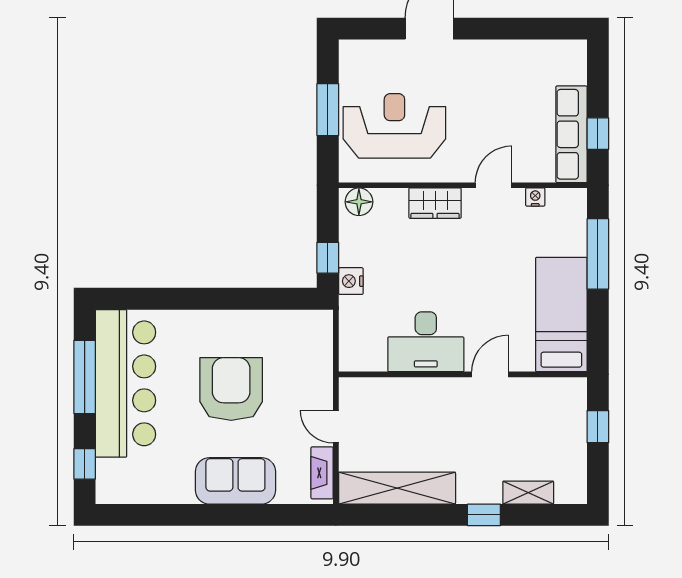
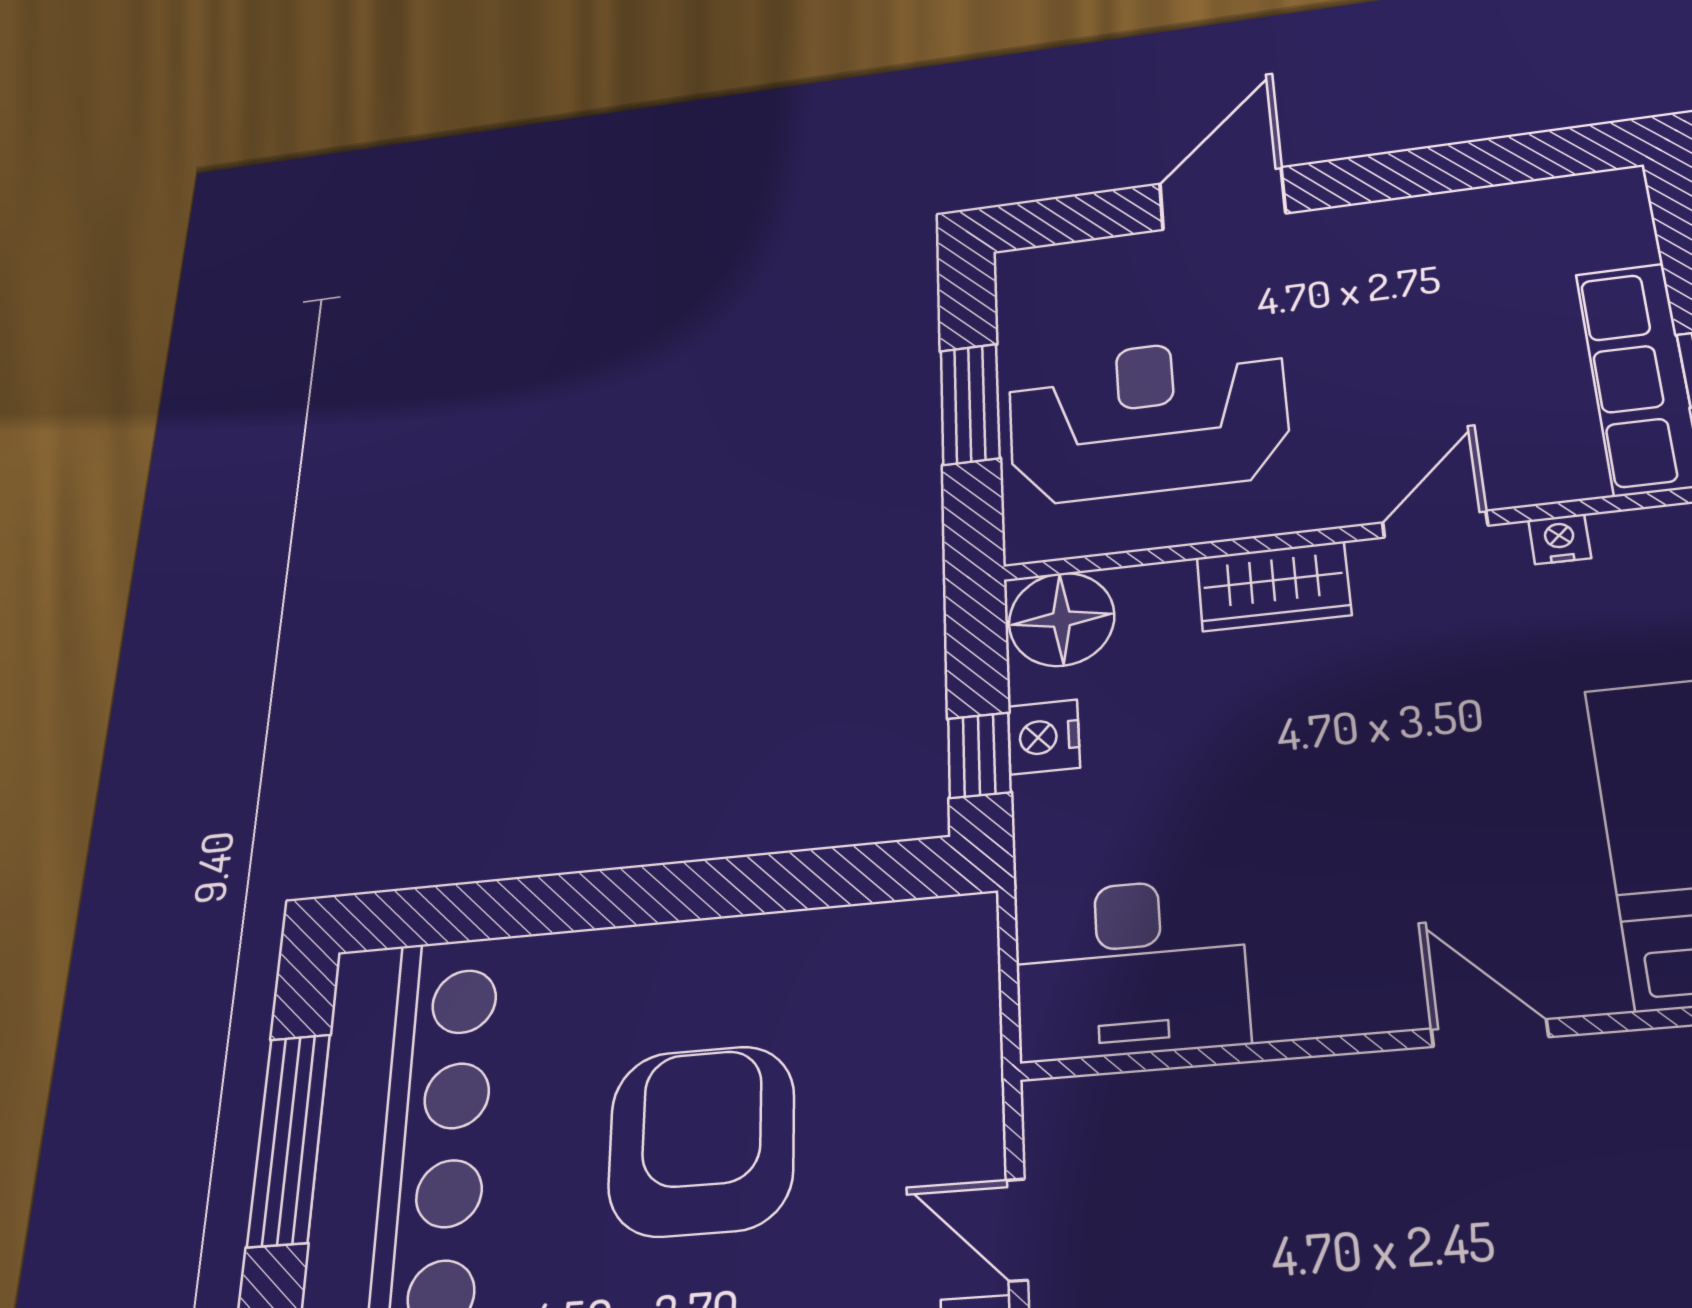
floor lamp: (359, 202) -> (1062, 619), width x1.38, depth x1.38
nightstand: (351, 281) -> (1044, 737), moved
desk: (426, 342) -> (1130, 968), moved
door: (490, 374) -> (1490, 1033), hinge flipped

